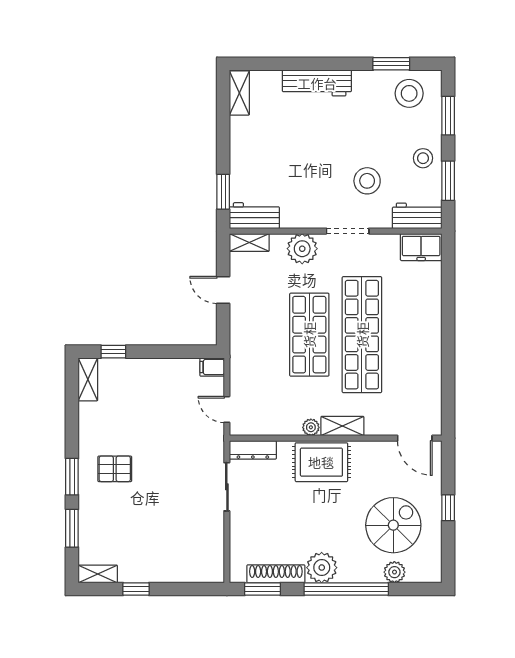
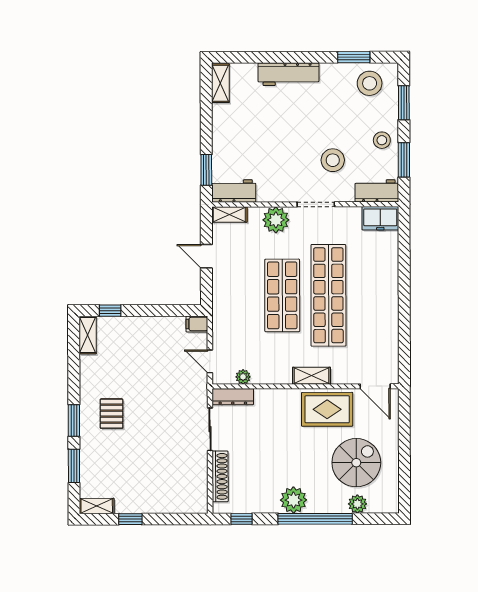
plant: (311, 427) -> (243, 377), moved
rug: (321, 462) -> (327, 409), moved
pallet: (115, 469) -> (111, 414), turned 90
window: (448, 508) -> (404, 447), removed
shoe rack: (276, 574) -> (220, 476), moved, turned 90
window: (263, 589) -> (241, 519), width x0.67

